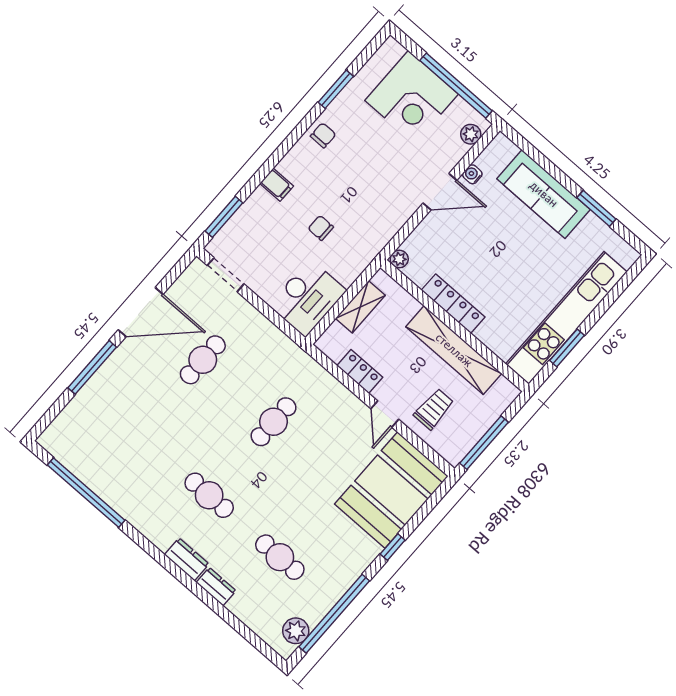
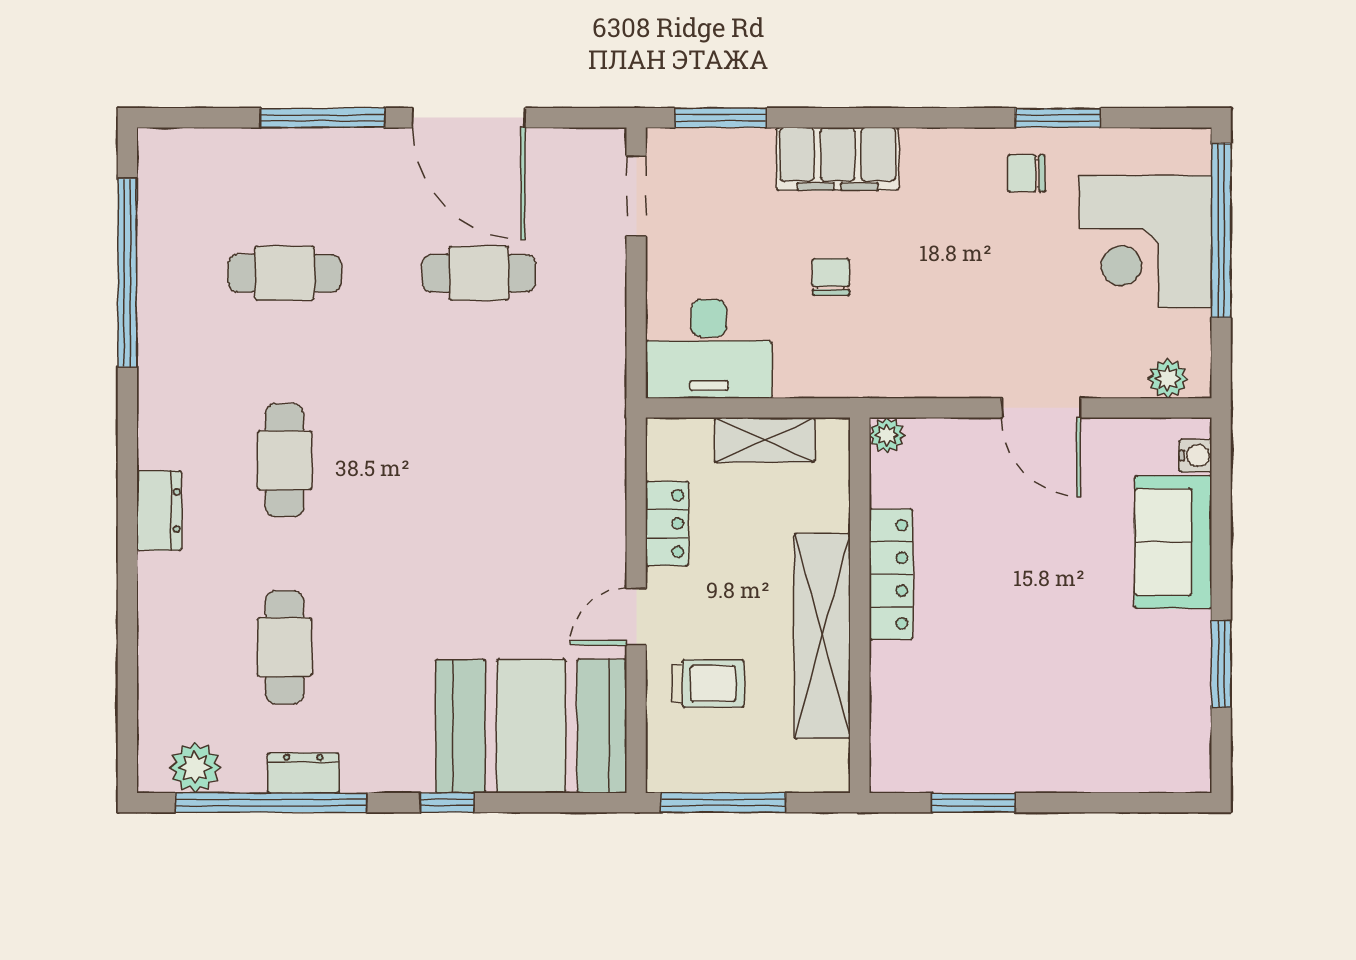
window: (456, 86) -> (1221, 230), moved
chair: (323, 135) -> (1026, 173), moved, turned 180
water cooler: (472, 174) -> (1195, 456), moved, turned 90
filing cabinet: (277, 185) -> (838, 159), width x3.00, depth x1.17
sofa: (544, 194) -> (1173, 542), width x0.73
kitchen unit: (566, 318) -> (1018, 762), removed
cafe table: (273, 422) -> (285, 273), moved
dresser: (216, 587) -> (303, 773), moved, turned -90

